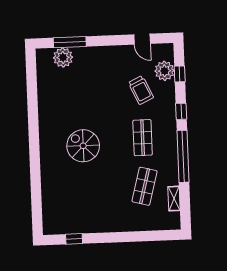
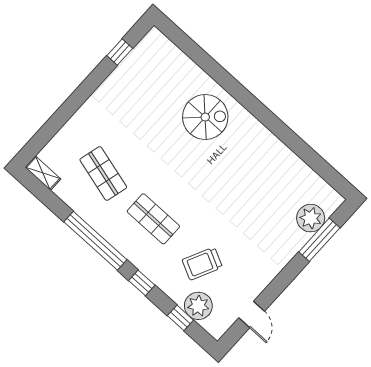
door: (142, 39) -> (252, 314), swing flipped
trolley: (141, 90) -> (202, 264), turned -39
spiral stairs: (83, 146) -> (205, 117), moved
shelving: (174, 199) -> (43, 173), moved

